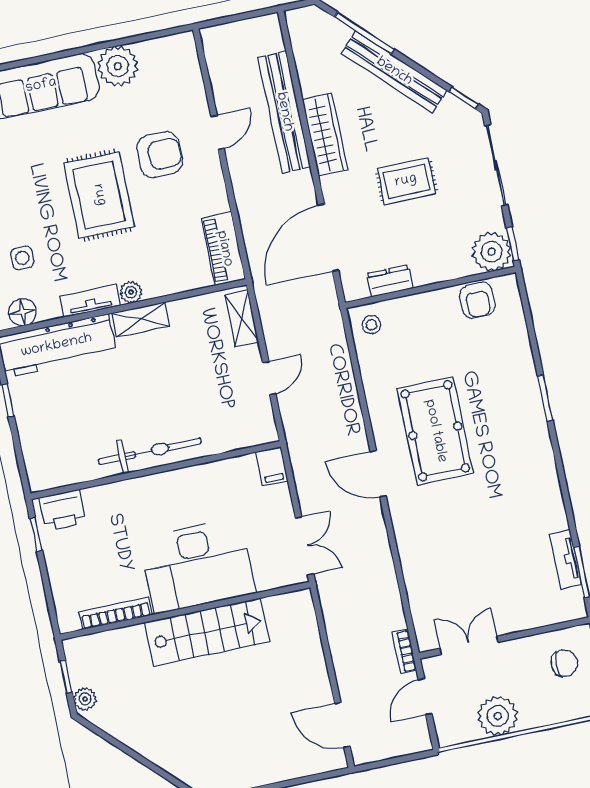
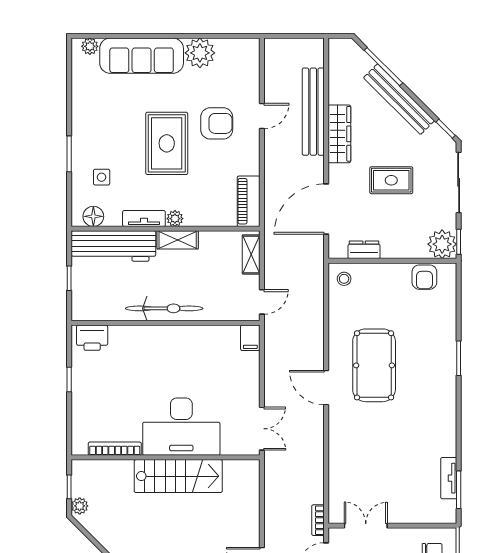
bicycle: (150, 451) -> (164, 308), moved
filing cabinet: (272, 466) -> (250, 338), moved
wall: (156, 470) -> (166, 323), moved
printer: (62, 510) -> (92, 338), moved

